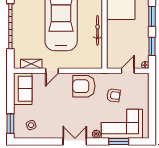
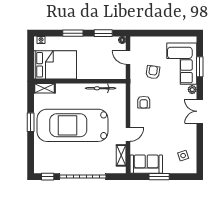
bicycle: (98, 30) -> (101, 88), moved
door: (52, 71) -> (128, 134), hinge flipped
armchair: (84, 86) -> (144, 102), width x0.53, depth x0.53
window: (10, 124) -> (159, 177), moved

